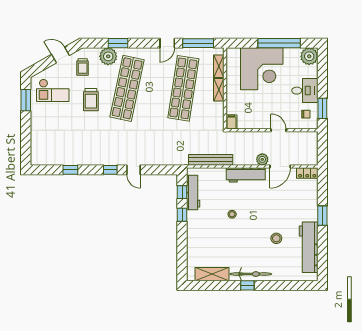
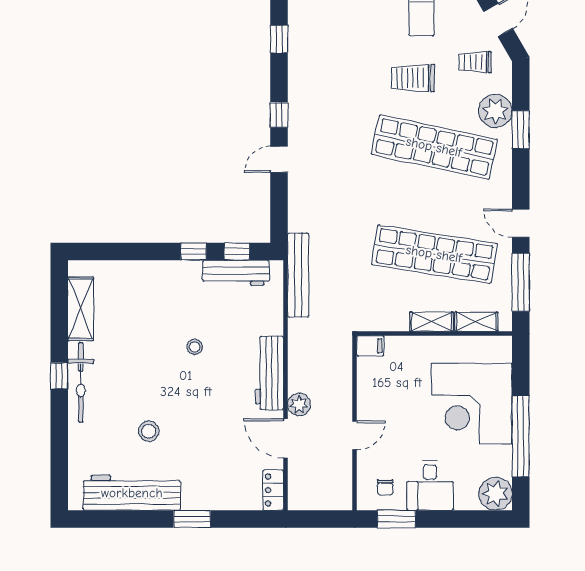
bench: (211, 160) -> (298, 275), moved

